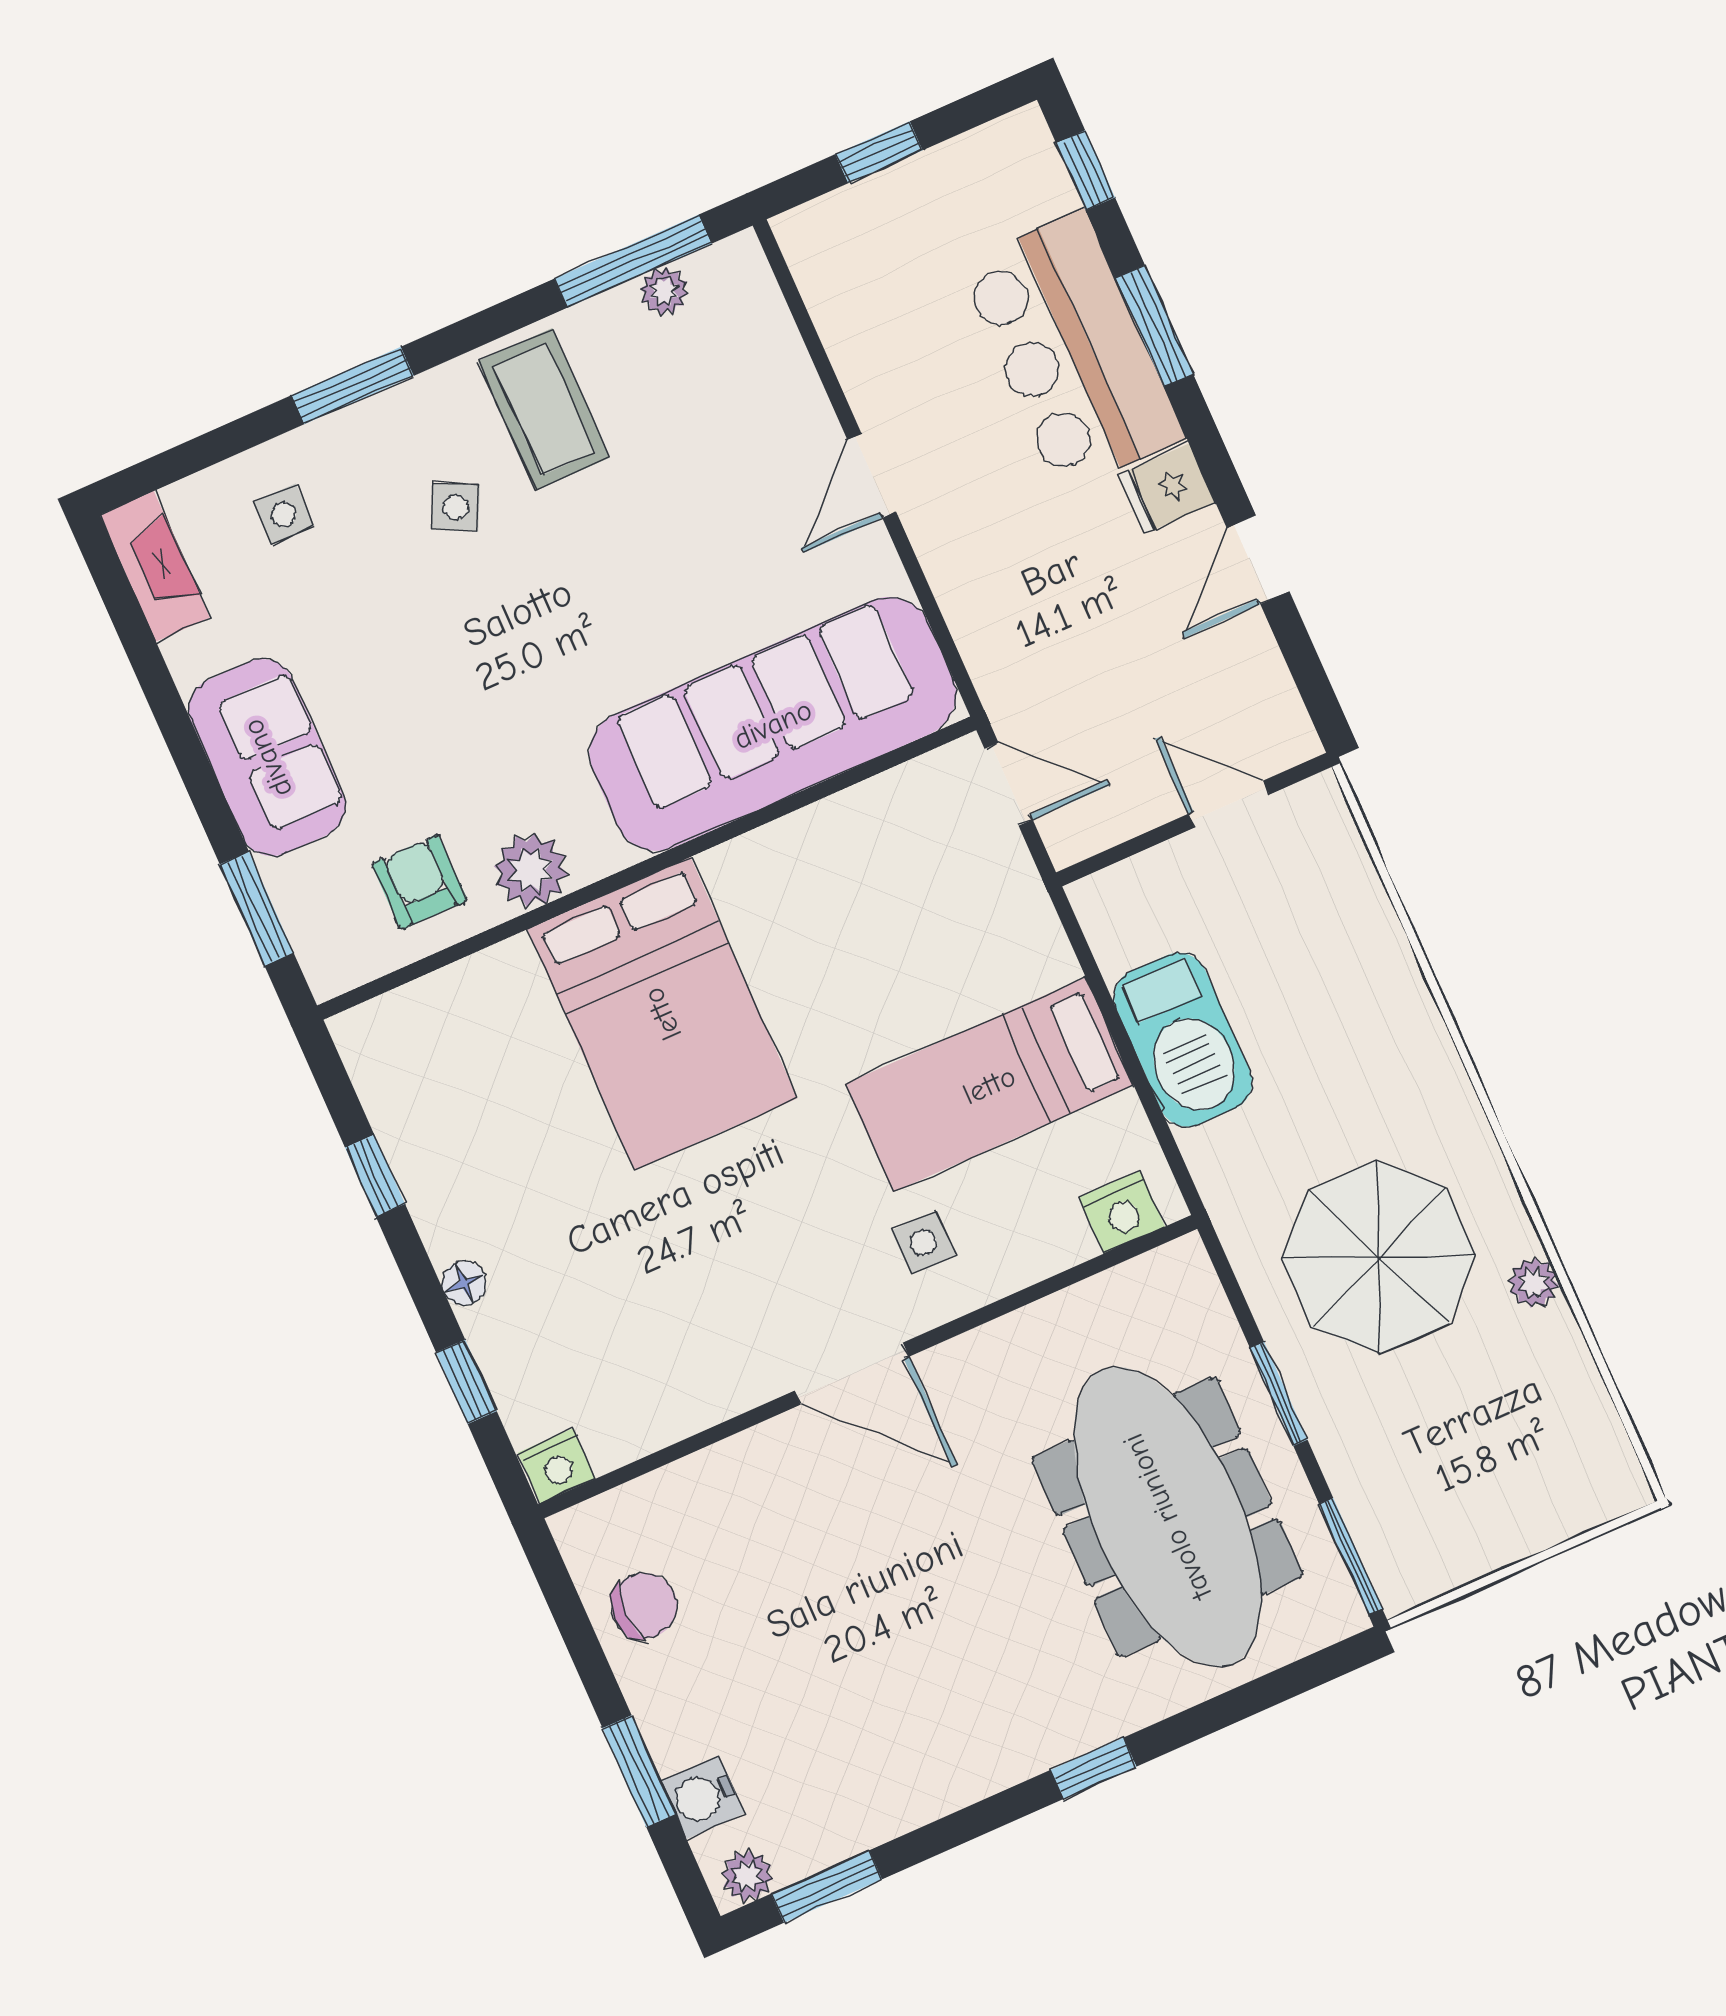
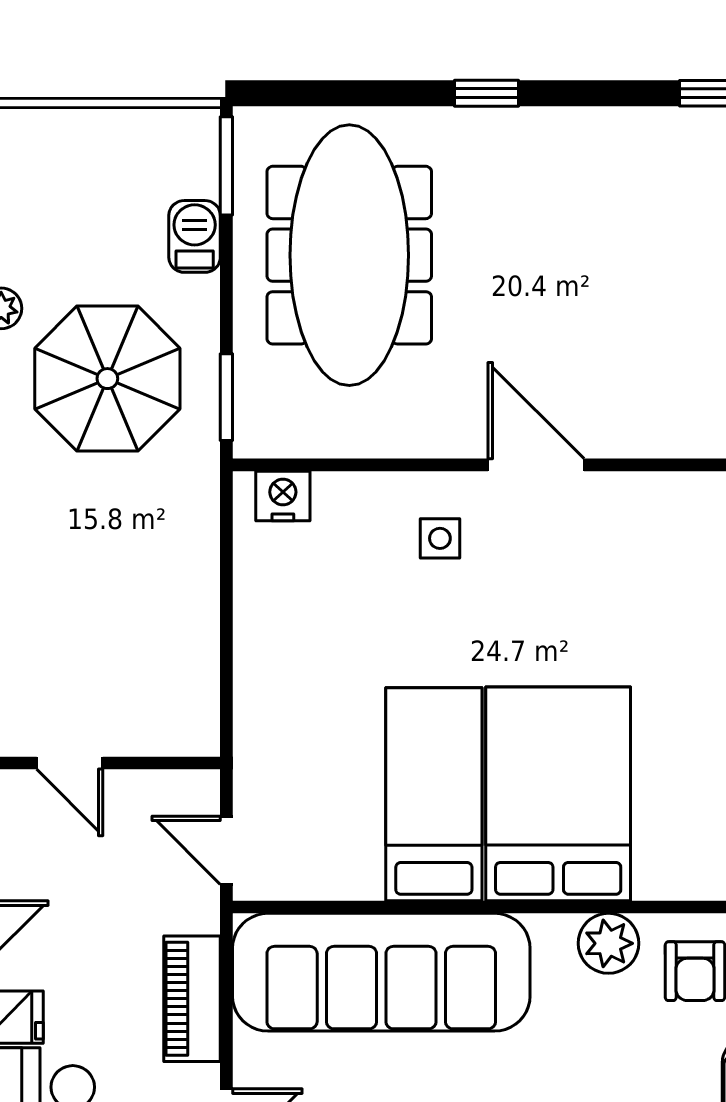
piano: (973, 599) -> (192, 999), added
barbecue: (1183, 1040) -> (195, 236), moved, width x0.53, depth x0.65
bed: (989, 1085) -> (434, 794), moved, turned -90
window: (1279, 1394) -> (226, 397), moved

